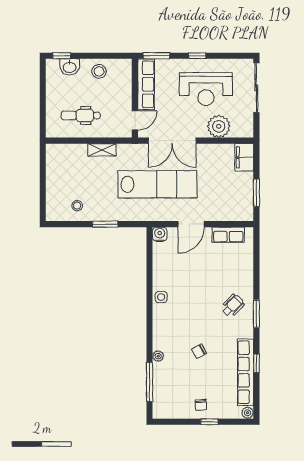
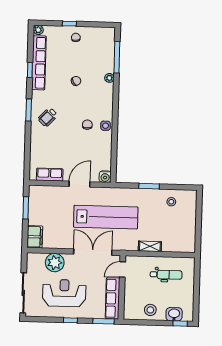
lab bench: (157, 184) -> (106, 217), turned 180
chair: (184, 298) -> (87, 125), added

